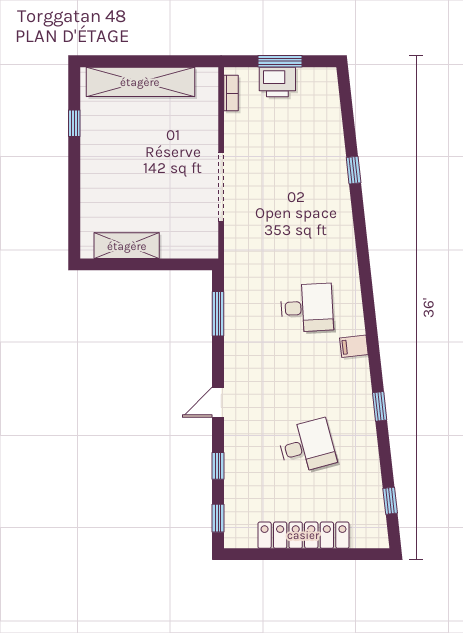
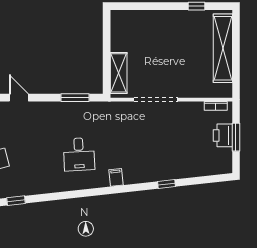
shelving: (127, 246) -> (119, 73), moved
filing cabinet: (354, 346) -> (116, 177), moved

